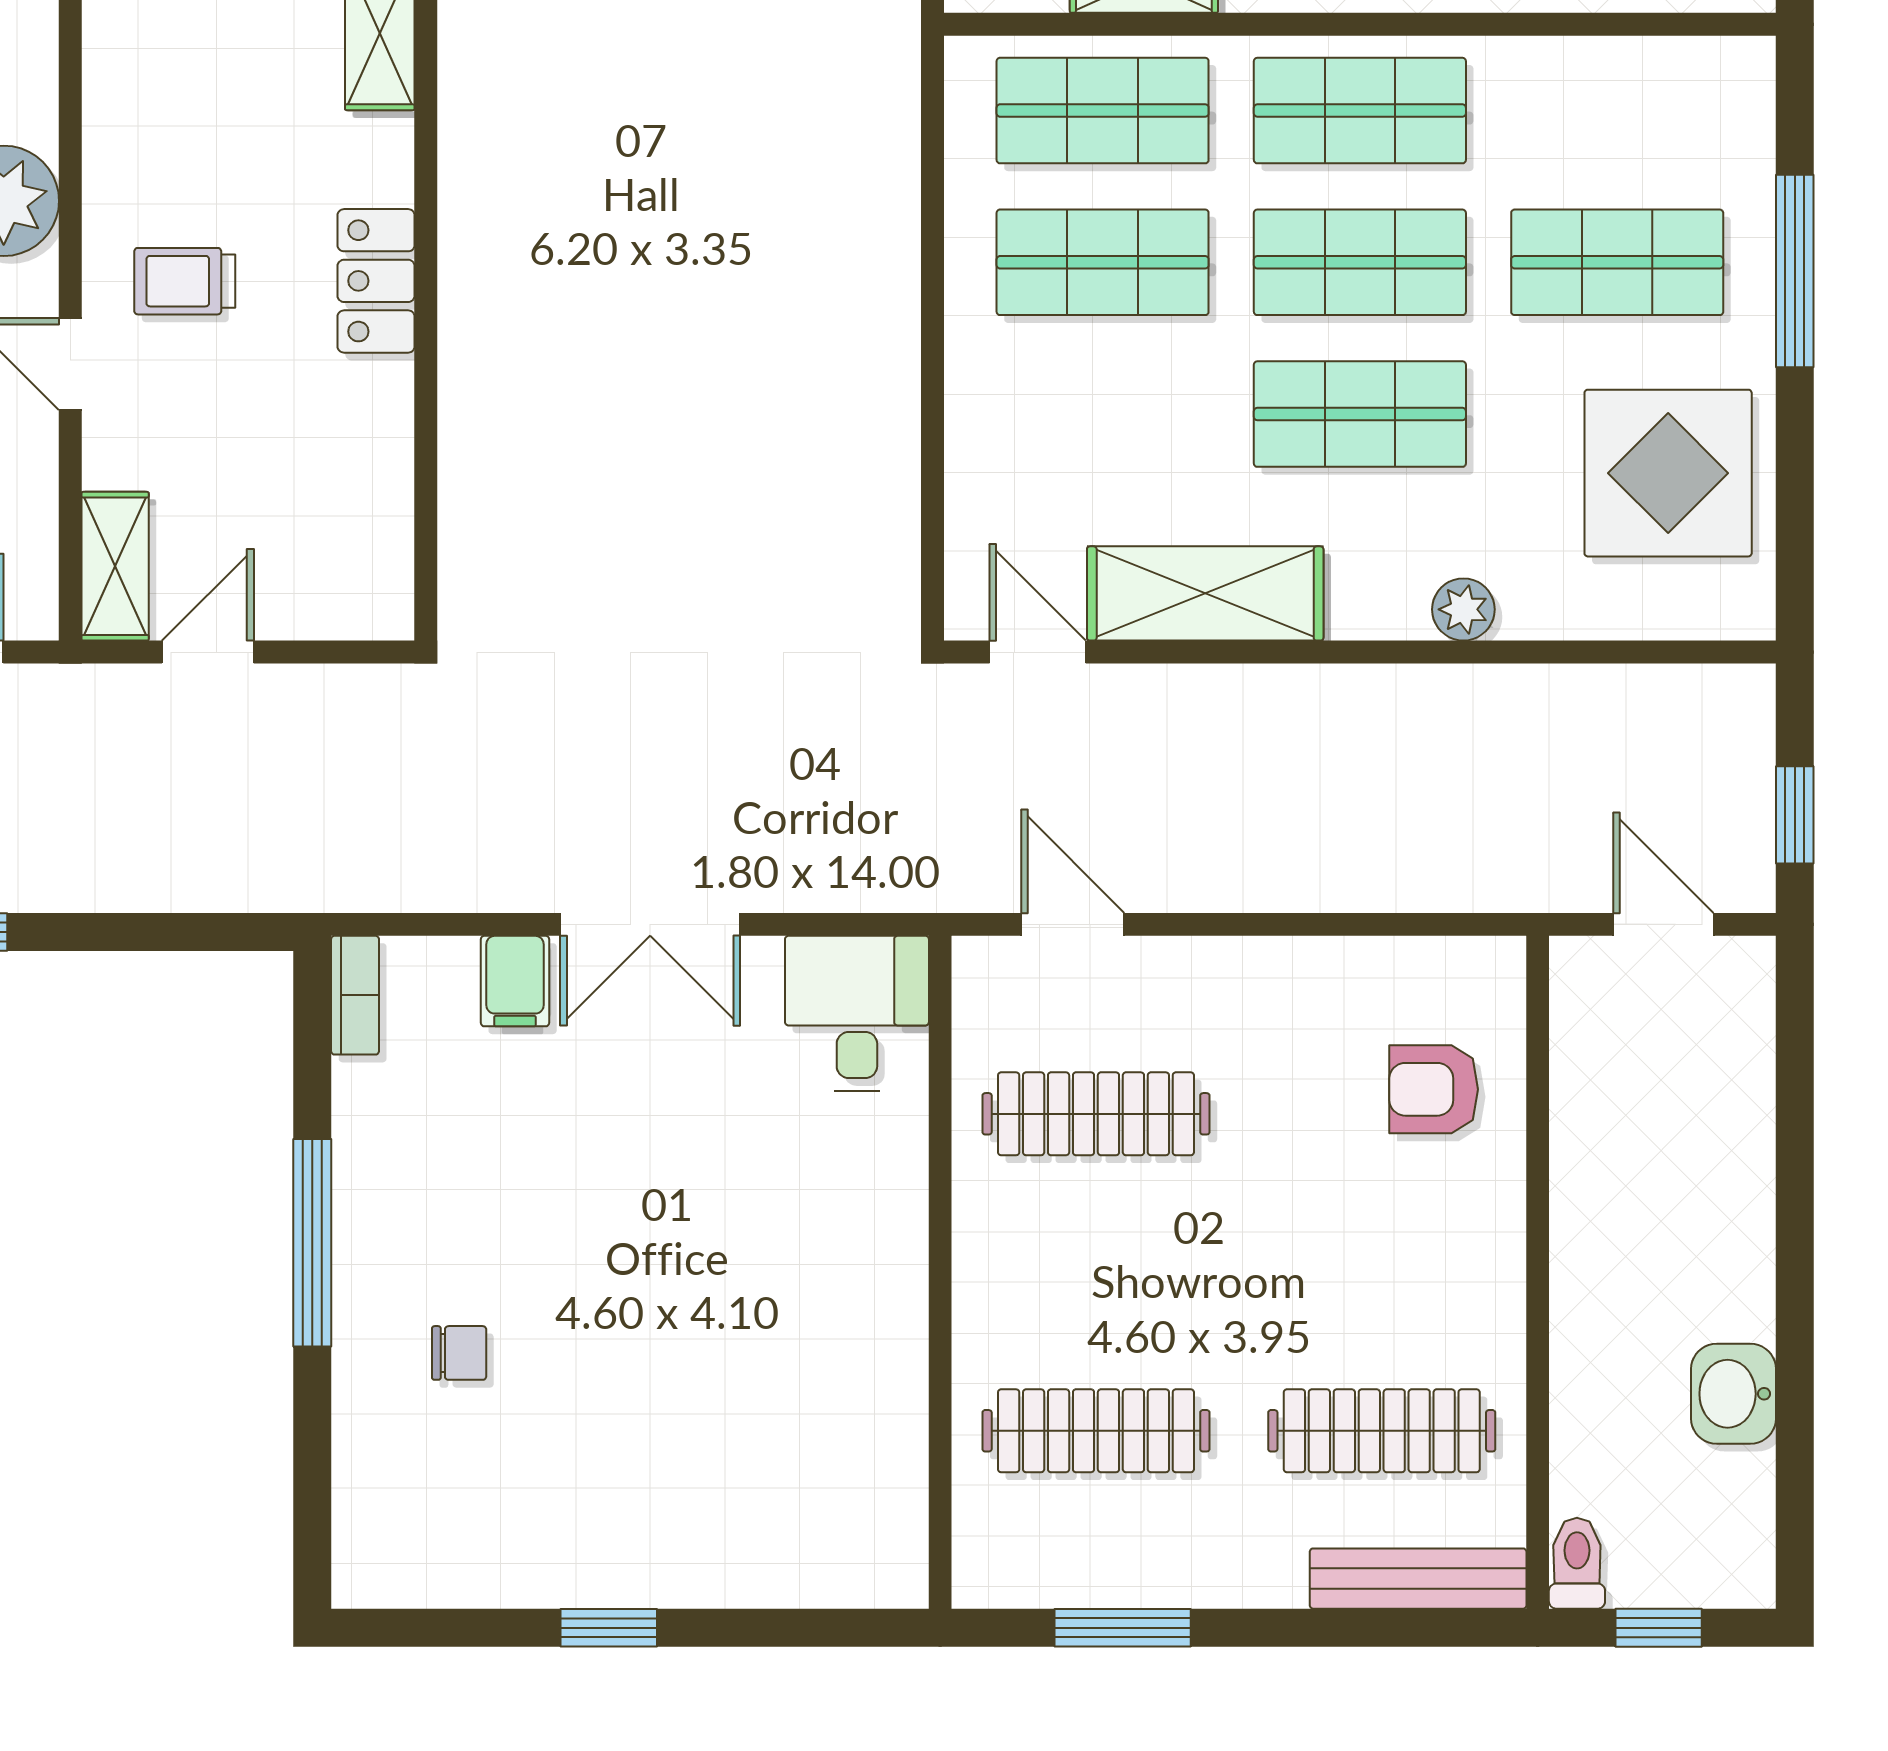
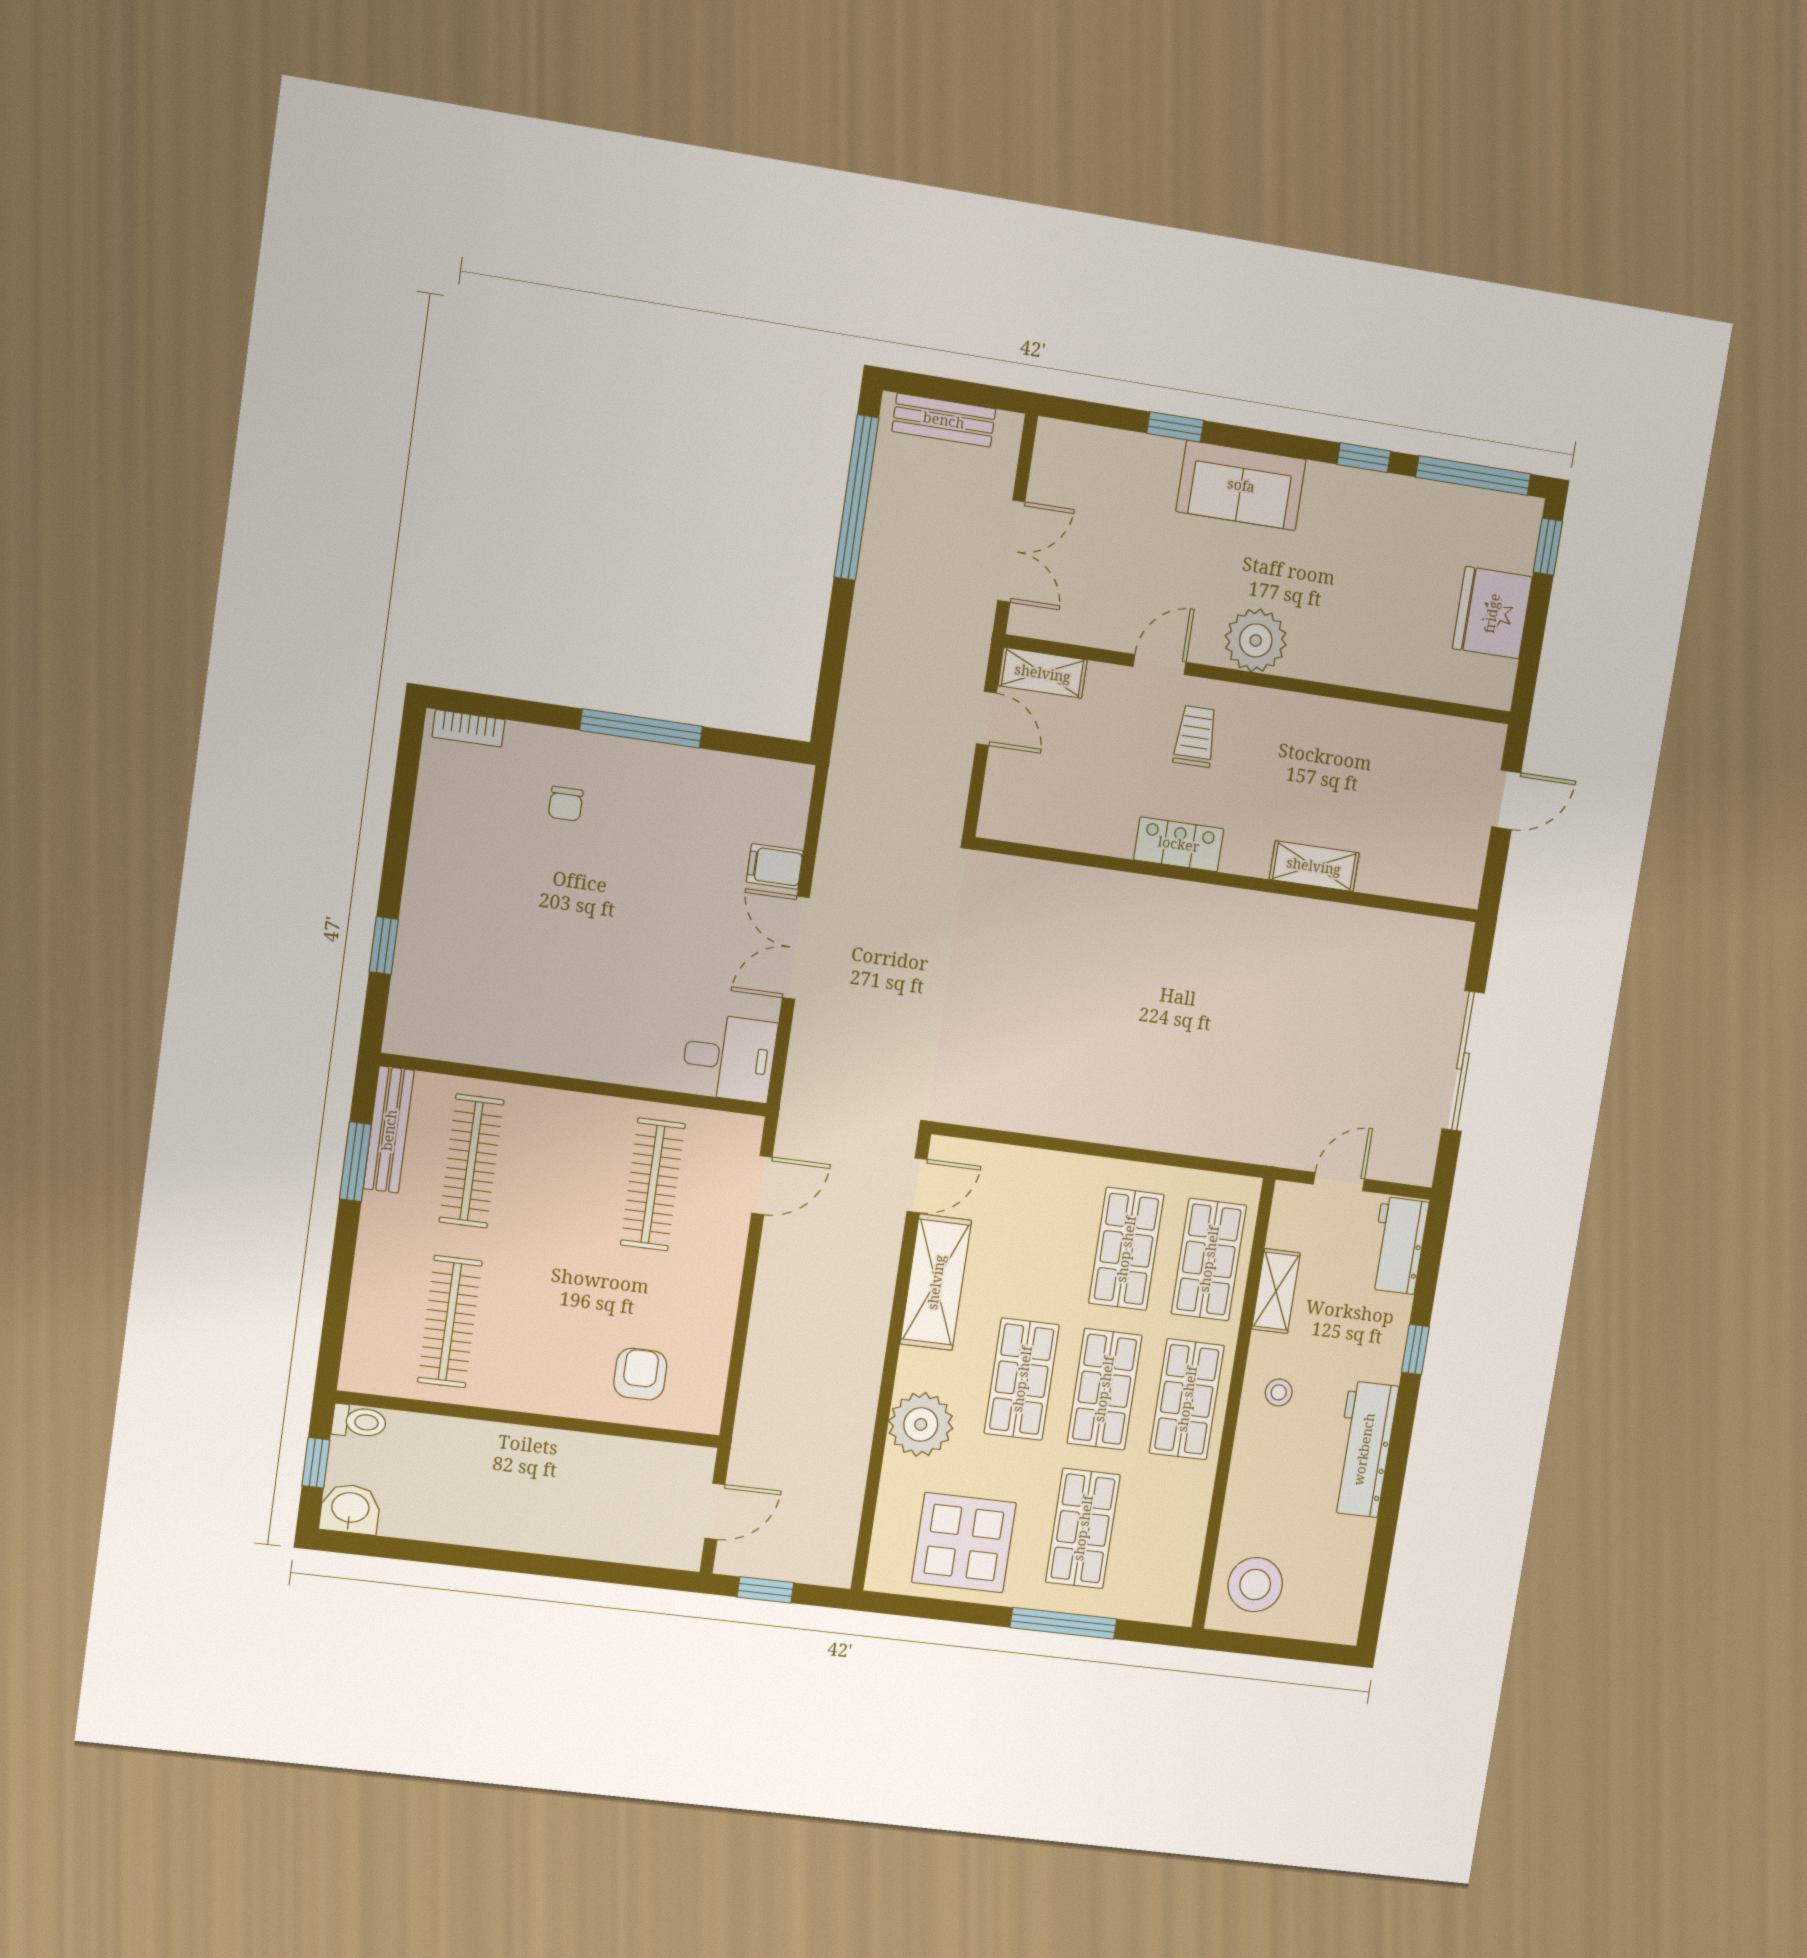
plant: (1463, 609) -> (921, 1424), width x1.87, depth x1.87
bookcase: (355, 995) -> (469, 728), moved
washbasin: (1734, 1394) -> (350, 1509), moved
bench: (1418, 1579) -> (389, 1130), moved
window: (609, 1628) -> (384, 946), moved

